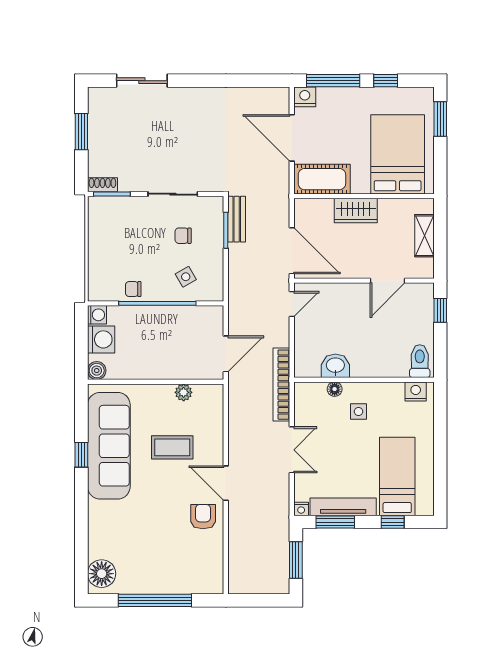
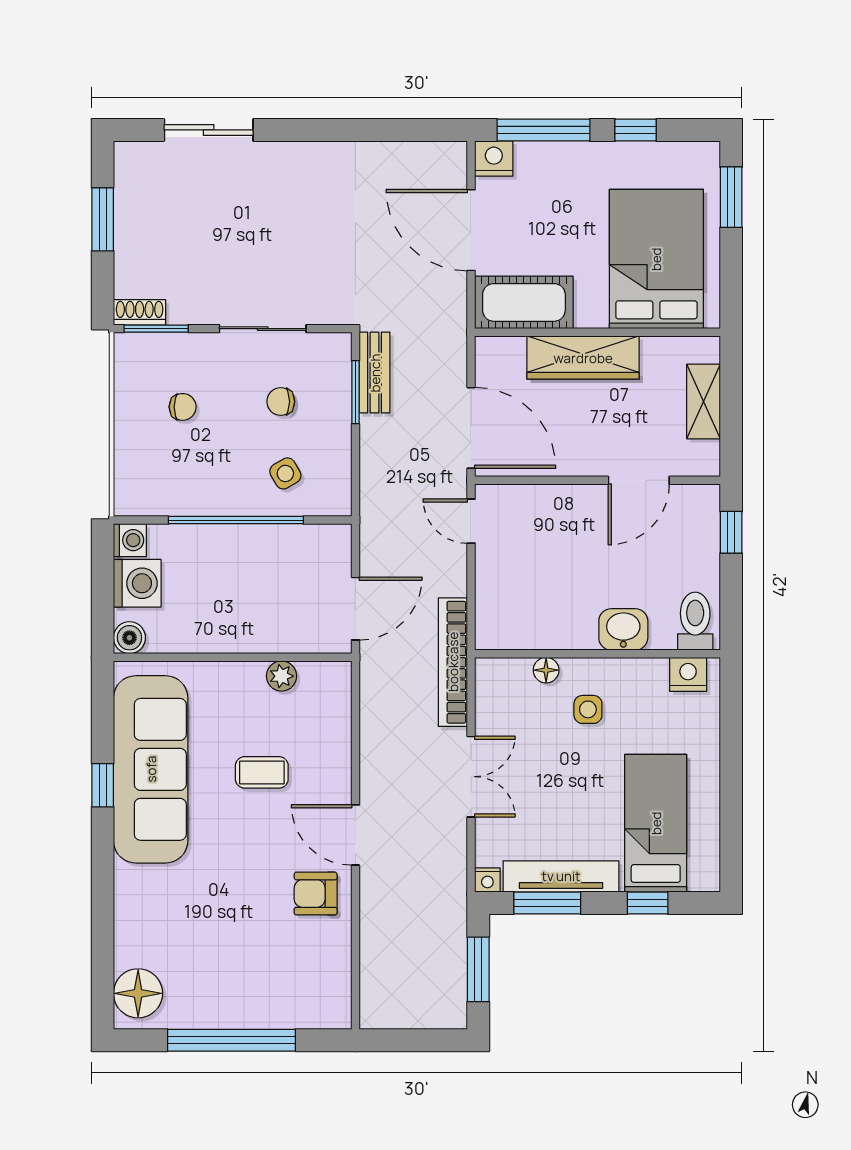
wardrobe: (356, 211) -> (583, 358), width x1.50
chair: (133, 289) -> (183, 407), moved, turned 180
door: (292, 304) -> (471, 521), swing flipped
washbasin: (335, 366) -> (623, 629), moved
coffee table: (172, 447) -> (262, 772), width x0.73, depth x0.77
armchair: (203, 517) -> (316, 894), turned -90

